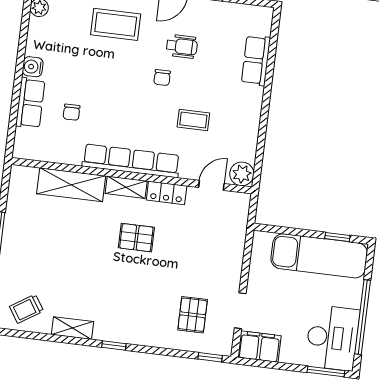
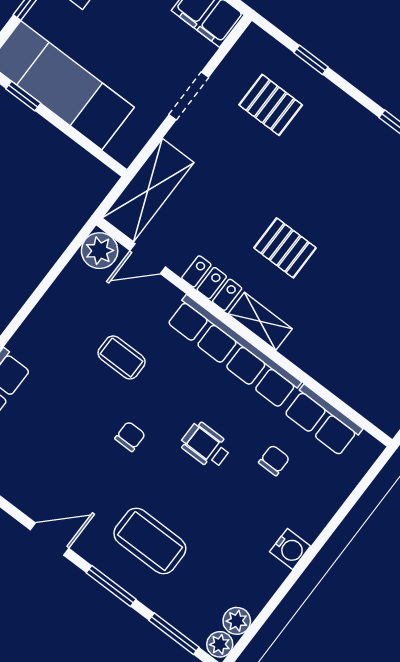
wheelchair: (182, 46) -> (206, 446), moved
row of seats: (30, 103) -> (323, 420), moved, turned -90
shelving: (71, 185) -> (148, 190), moved, turned 90
doorway: (240, 311) -> (189, 96), moved
pallet: (193, 315) -> (271, 105), turned 90
window: (210, 357) -> (311, 60), moved

